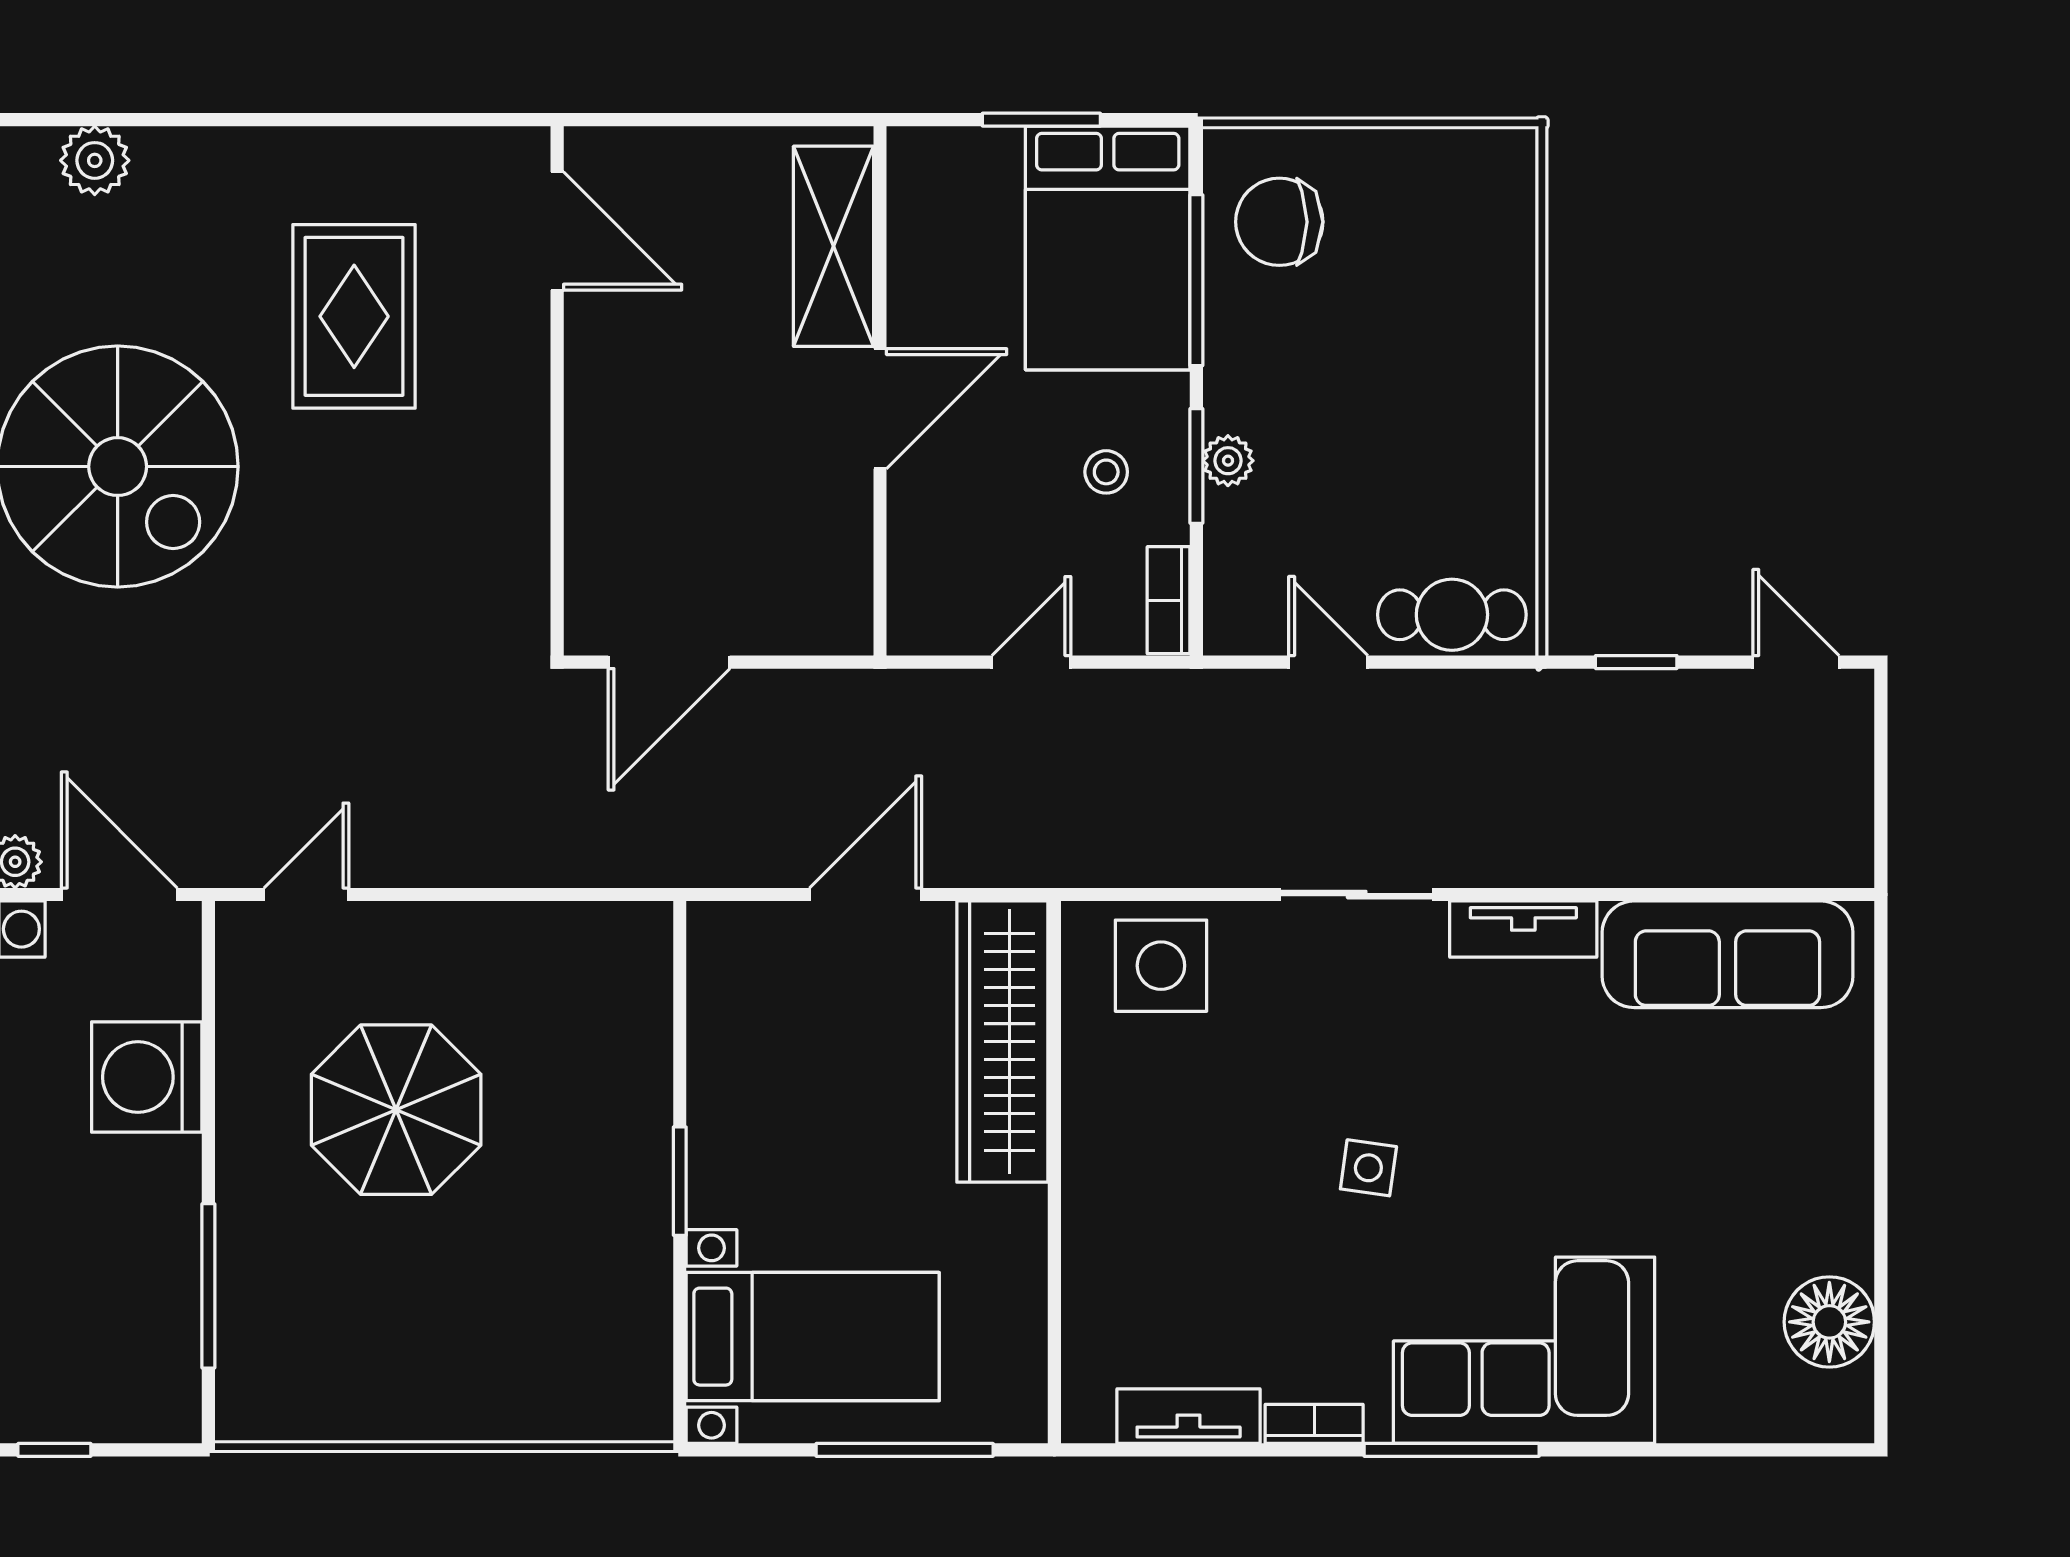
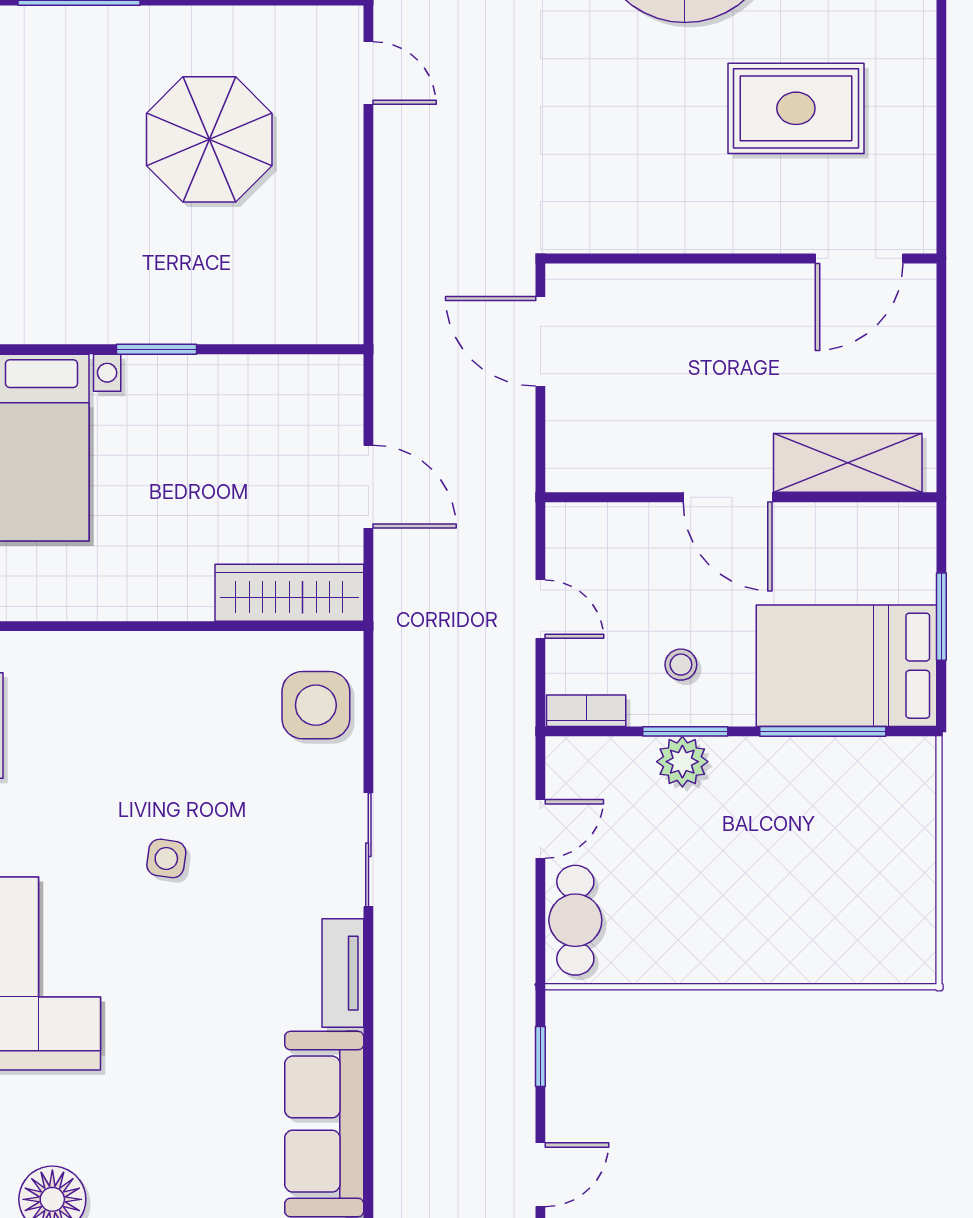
chair: (1279, 222) -> (866, 793), removed
plant: (1228, 461) -> (682, 762), width x1.38, depth x1.38
wardrobe: (1002, 1042) -> (289, 593), width x0.71, depth x0.85

